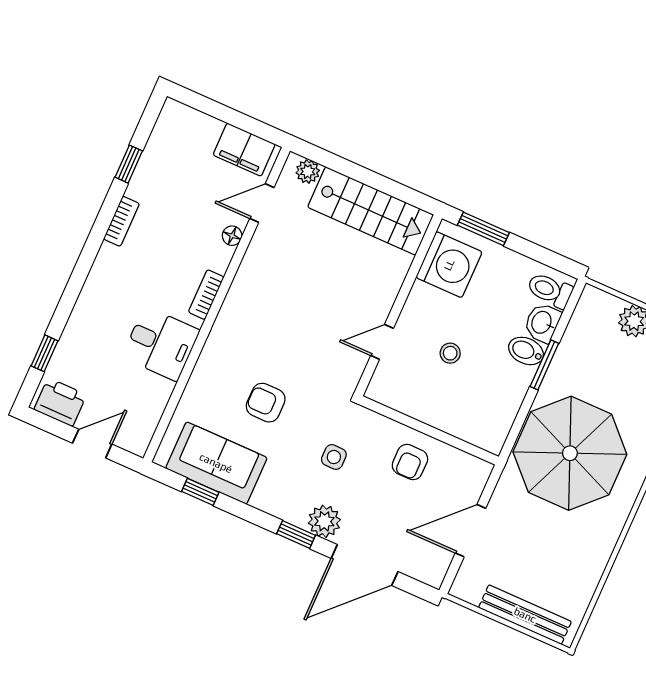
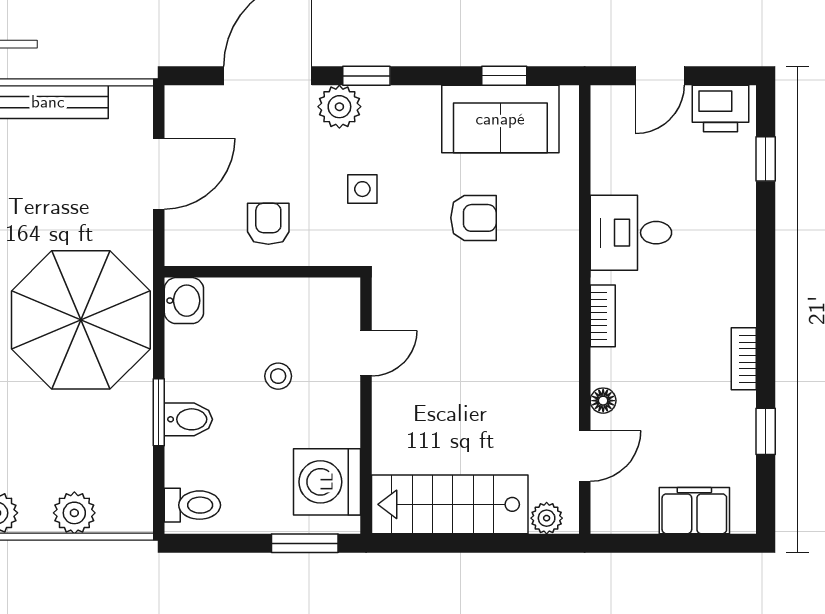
filing cabinet: (244, 150) -> (694, 511), moved
washbasin: (542, 323) -> (184, 301), moved

